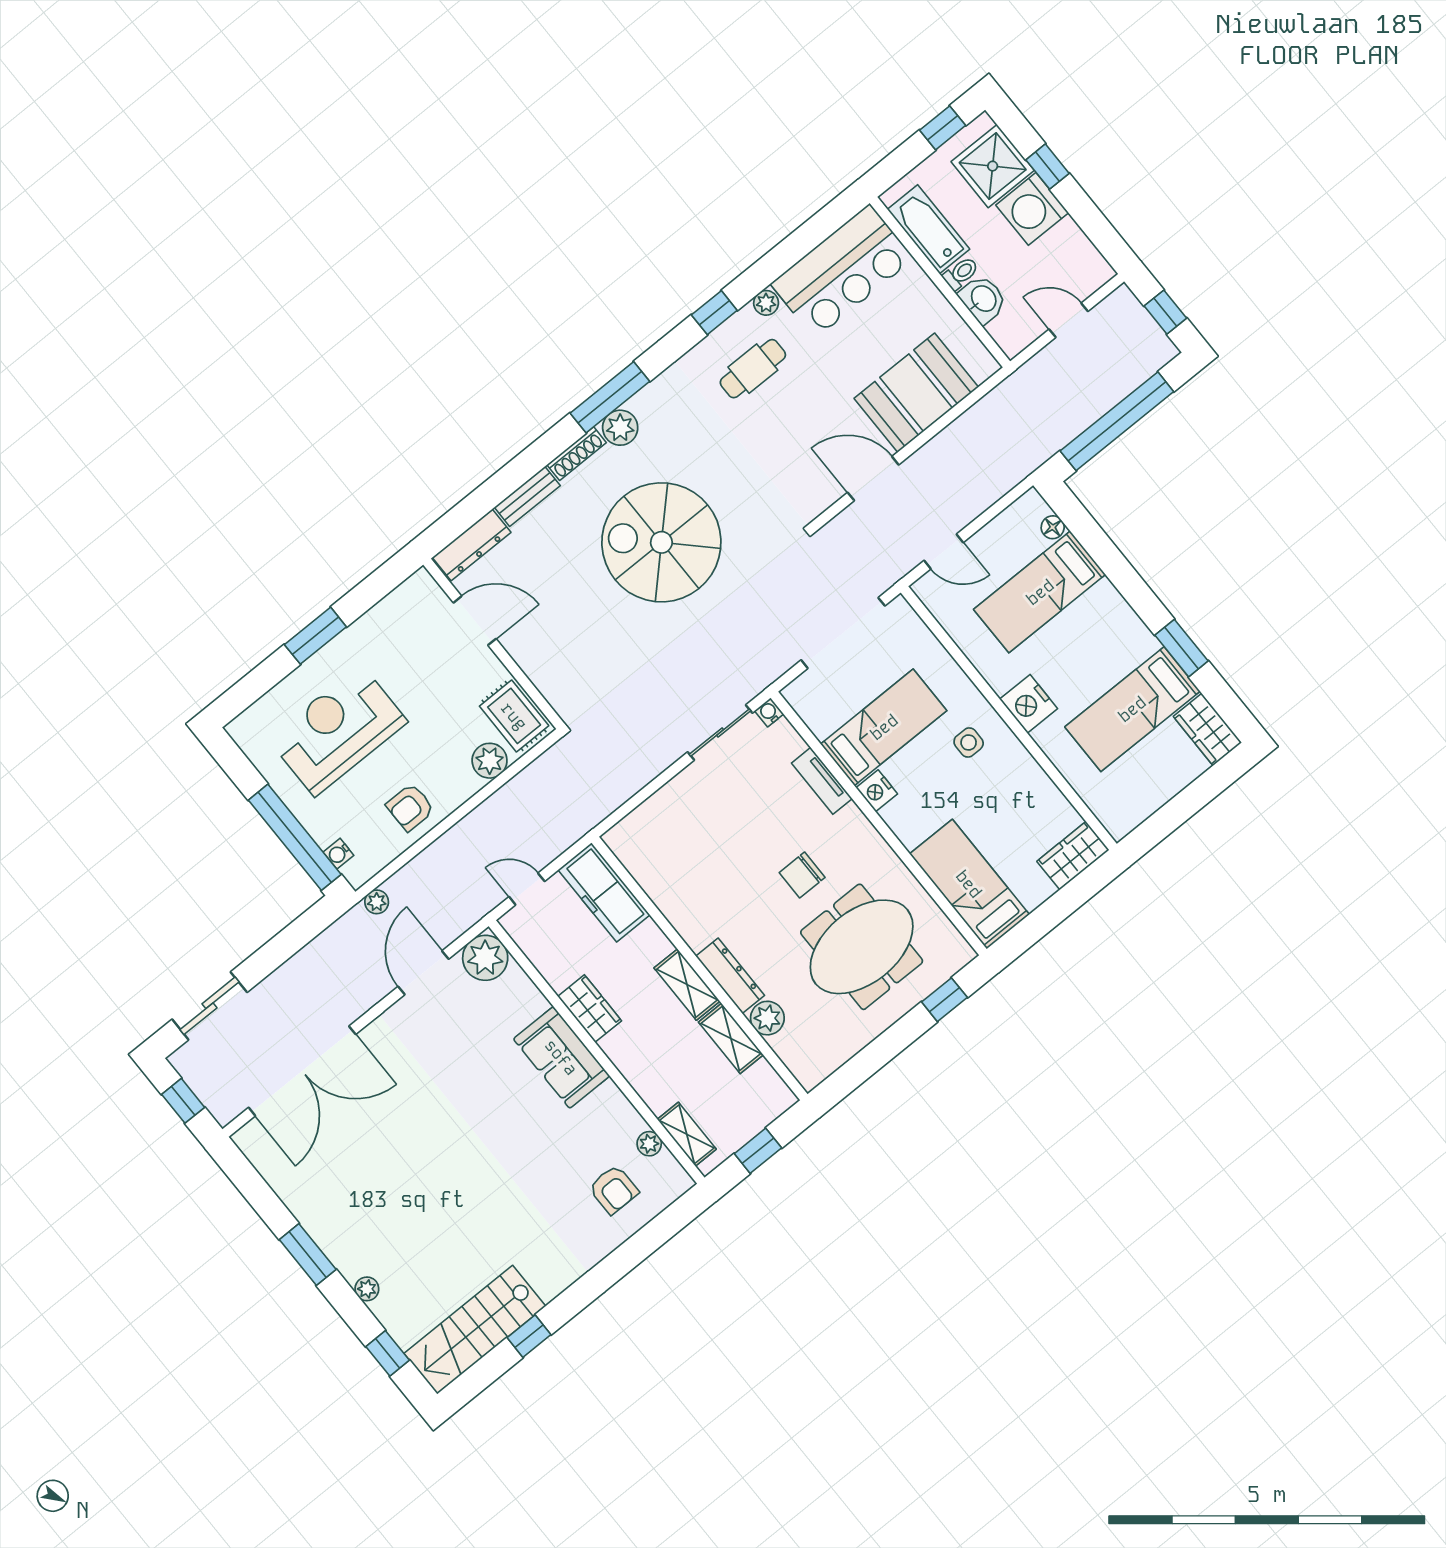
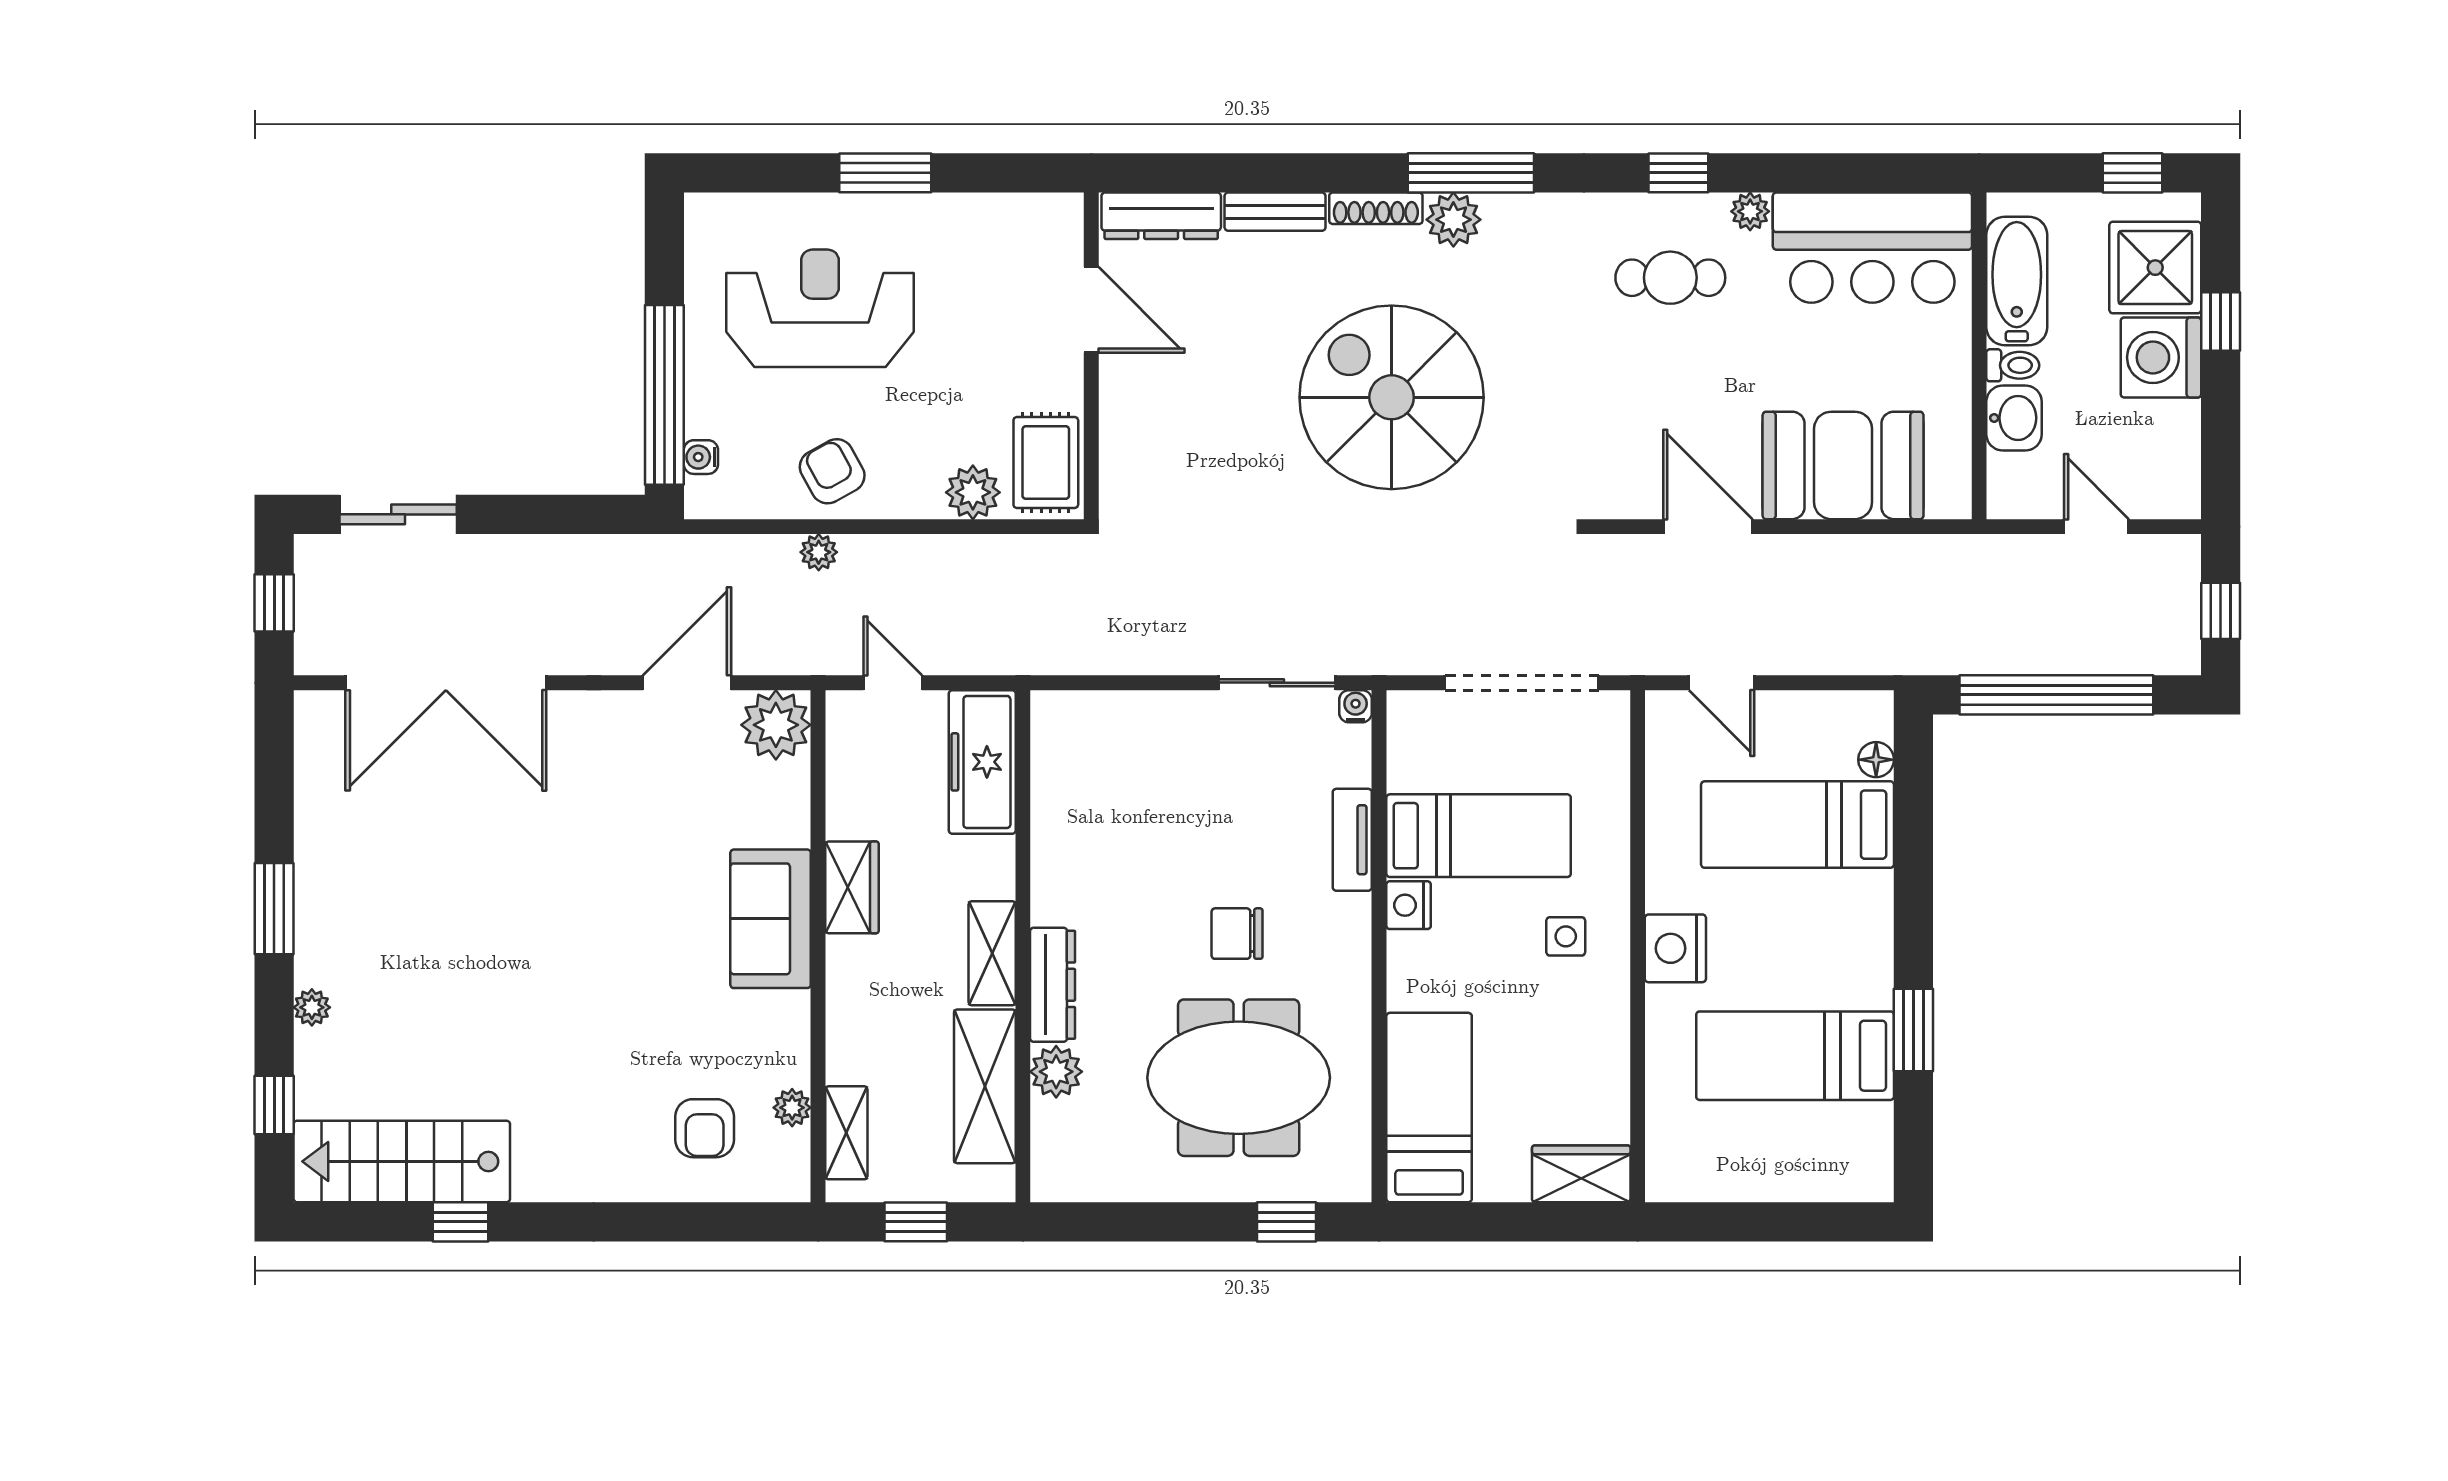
wardrobe: (1207, 730) -> (1865, 1153), removed
armchair: (410, 807) -> (832, 471), turned 61
plant: (377, 902) -> (819, 552), moved
shelving: (731, 1038) -> (985, 1086), width x1.50, depth x1.33

